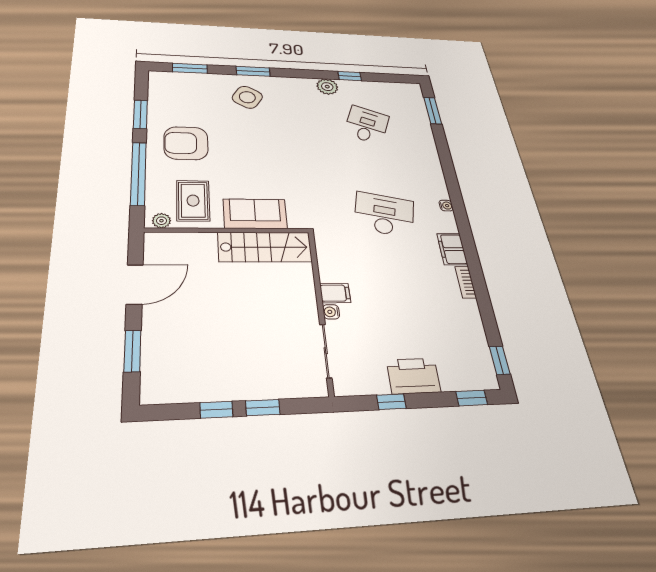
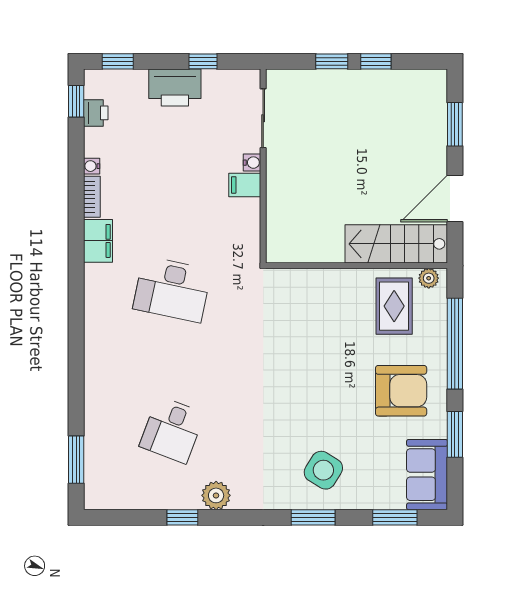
water cooler: (446, 206) -> (92, 166), moved
sofa: (255, 214) -> (427, 475), moved, turned 90
stairs: (265, 247) -> (396, 244), moved
printer: (480, 351) -> (96, 113), added

